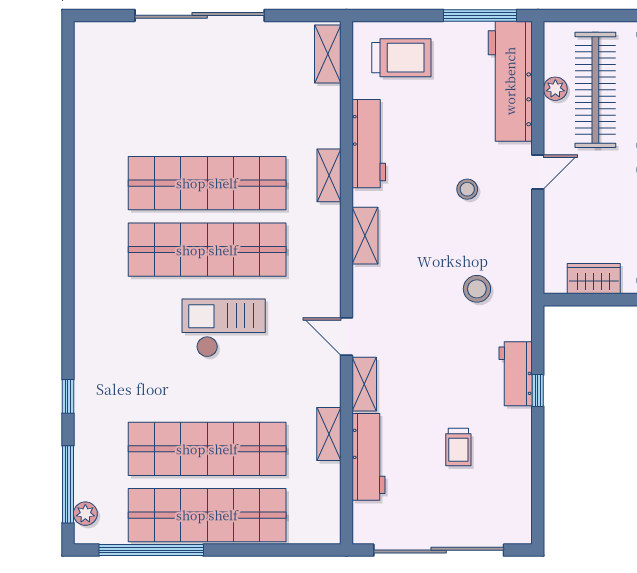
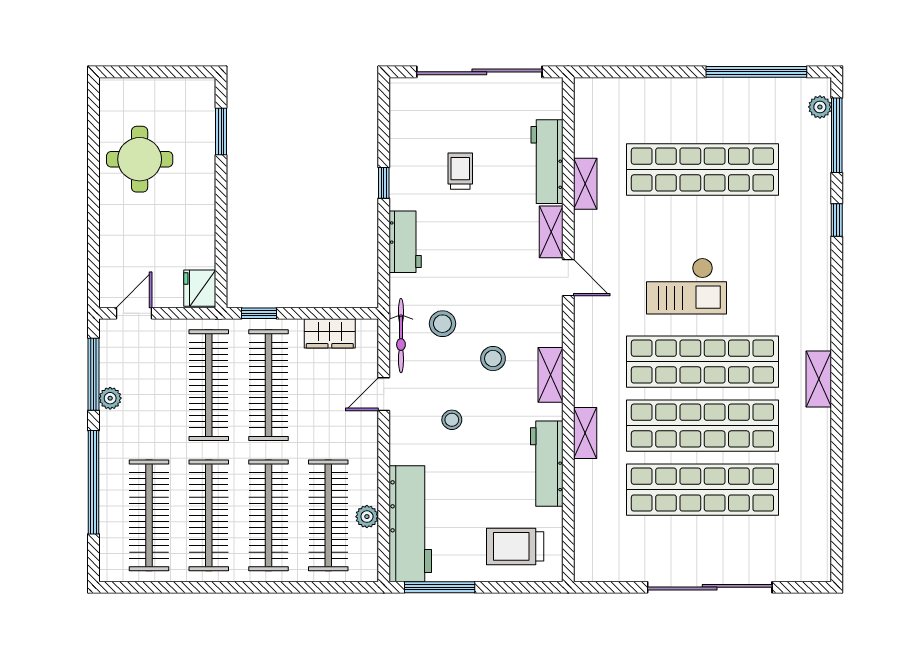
shelving: (328, 54) -> (819, 379), moved
door: (538, 172) -> (384, 394), moved
stool: (425, 253) -> (493, 359), added
bicycle: (520, 277) -> (401, 336), added
window: (538, 391) -> (384, 183), moved
shop shelf: (207, 515) -> (702, 490), moved

